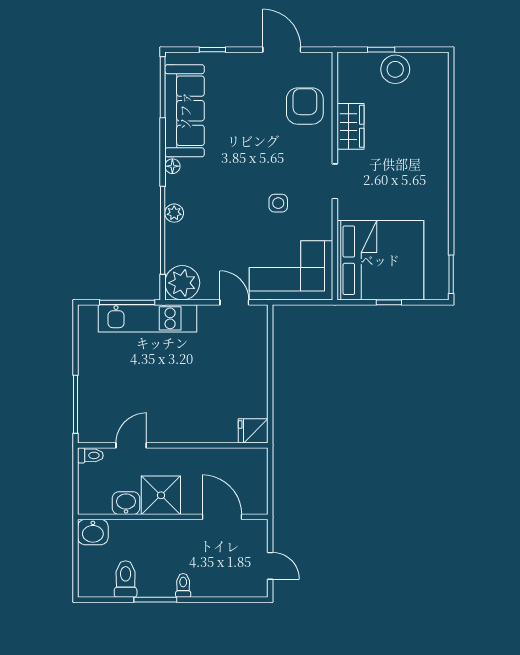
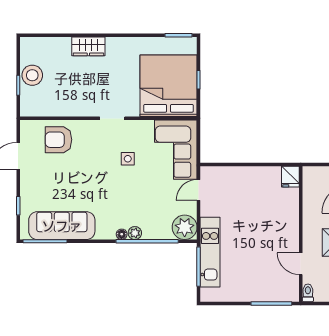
wardrobe: (350, 126) -> (88, 46), moved, turned 180
floor lamp: (172, 166) -> (122, 234), moved

